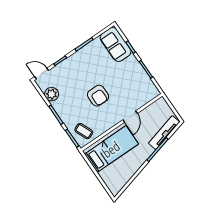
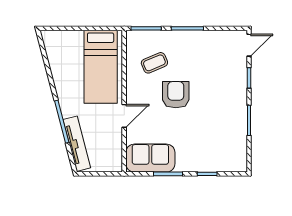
sofa: (116, 44) -> (150, 158), moved
plant: (52, 94) -> (216, 40), removed
armchair: (98, 96) -> (176, 95), turned 90
door: (130, 117) -> (124, 116), swing flipped
coffee table: (84, 131) -> (154, 63), moved

